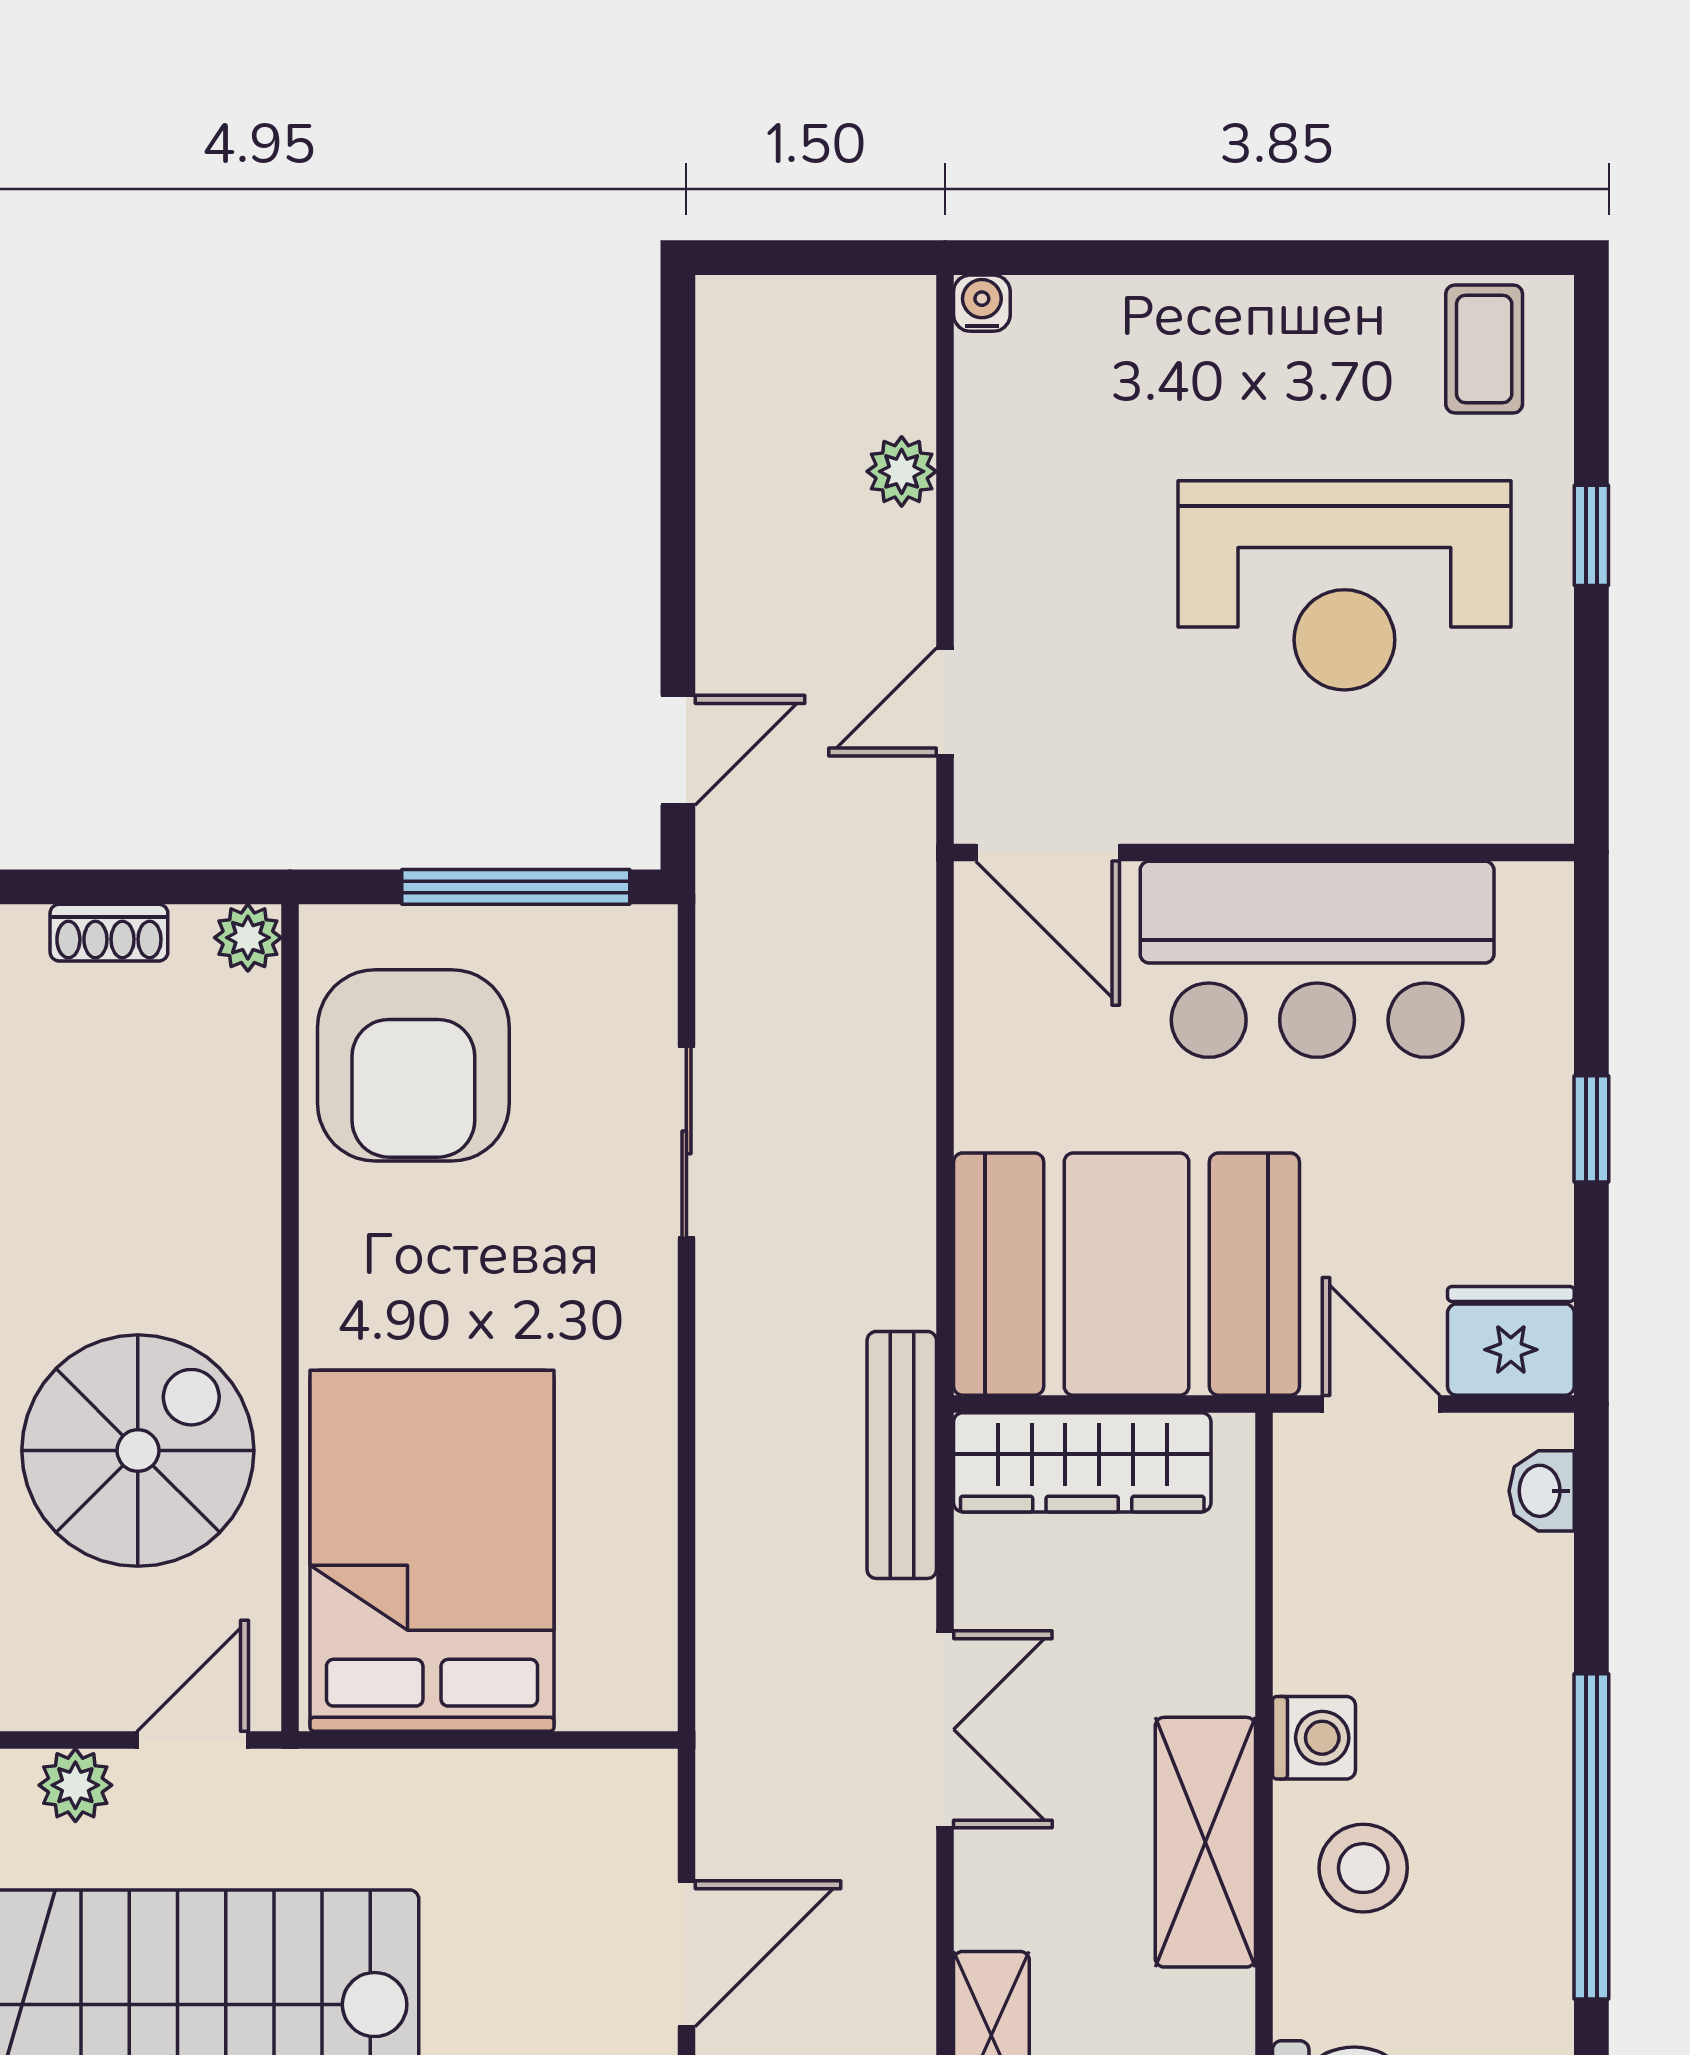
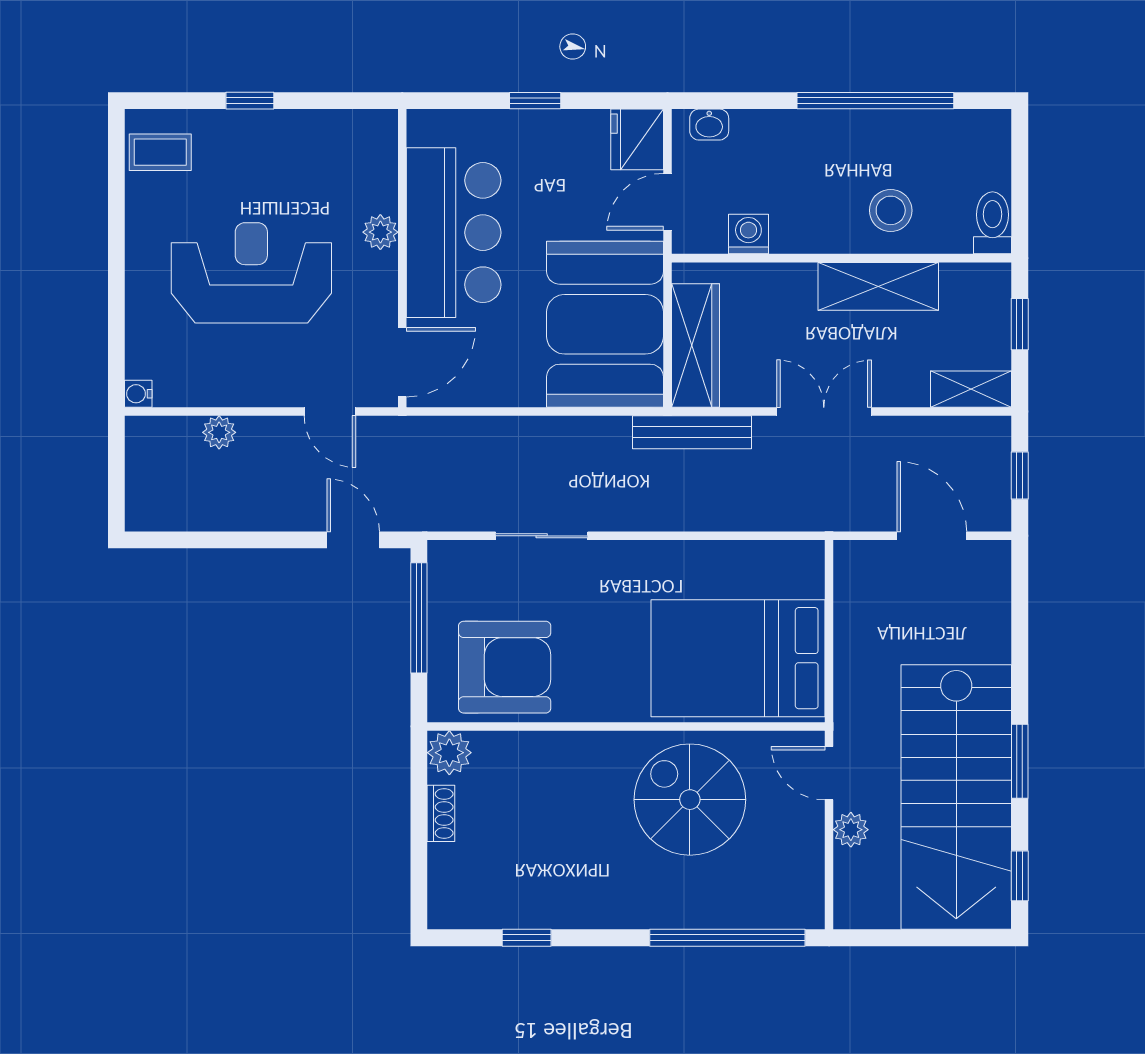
reception desk: (1344, 585) -> (251, 273), moved, turned -90
plant: (1318, 807) -> (380, 232), added
plant: (248, 938) -> (449, 753), width x1.38, depth x1.38
washing machine: (1314, 1738) -> (748, 234), moved

